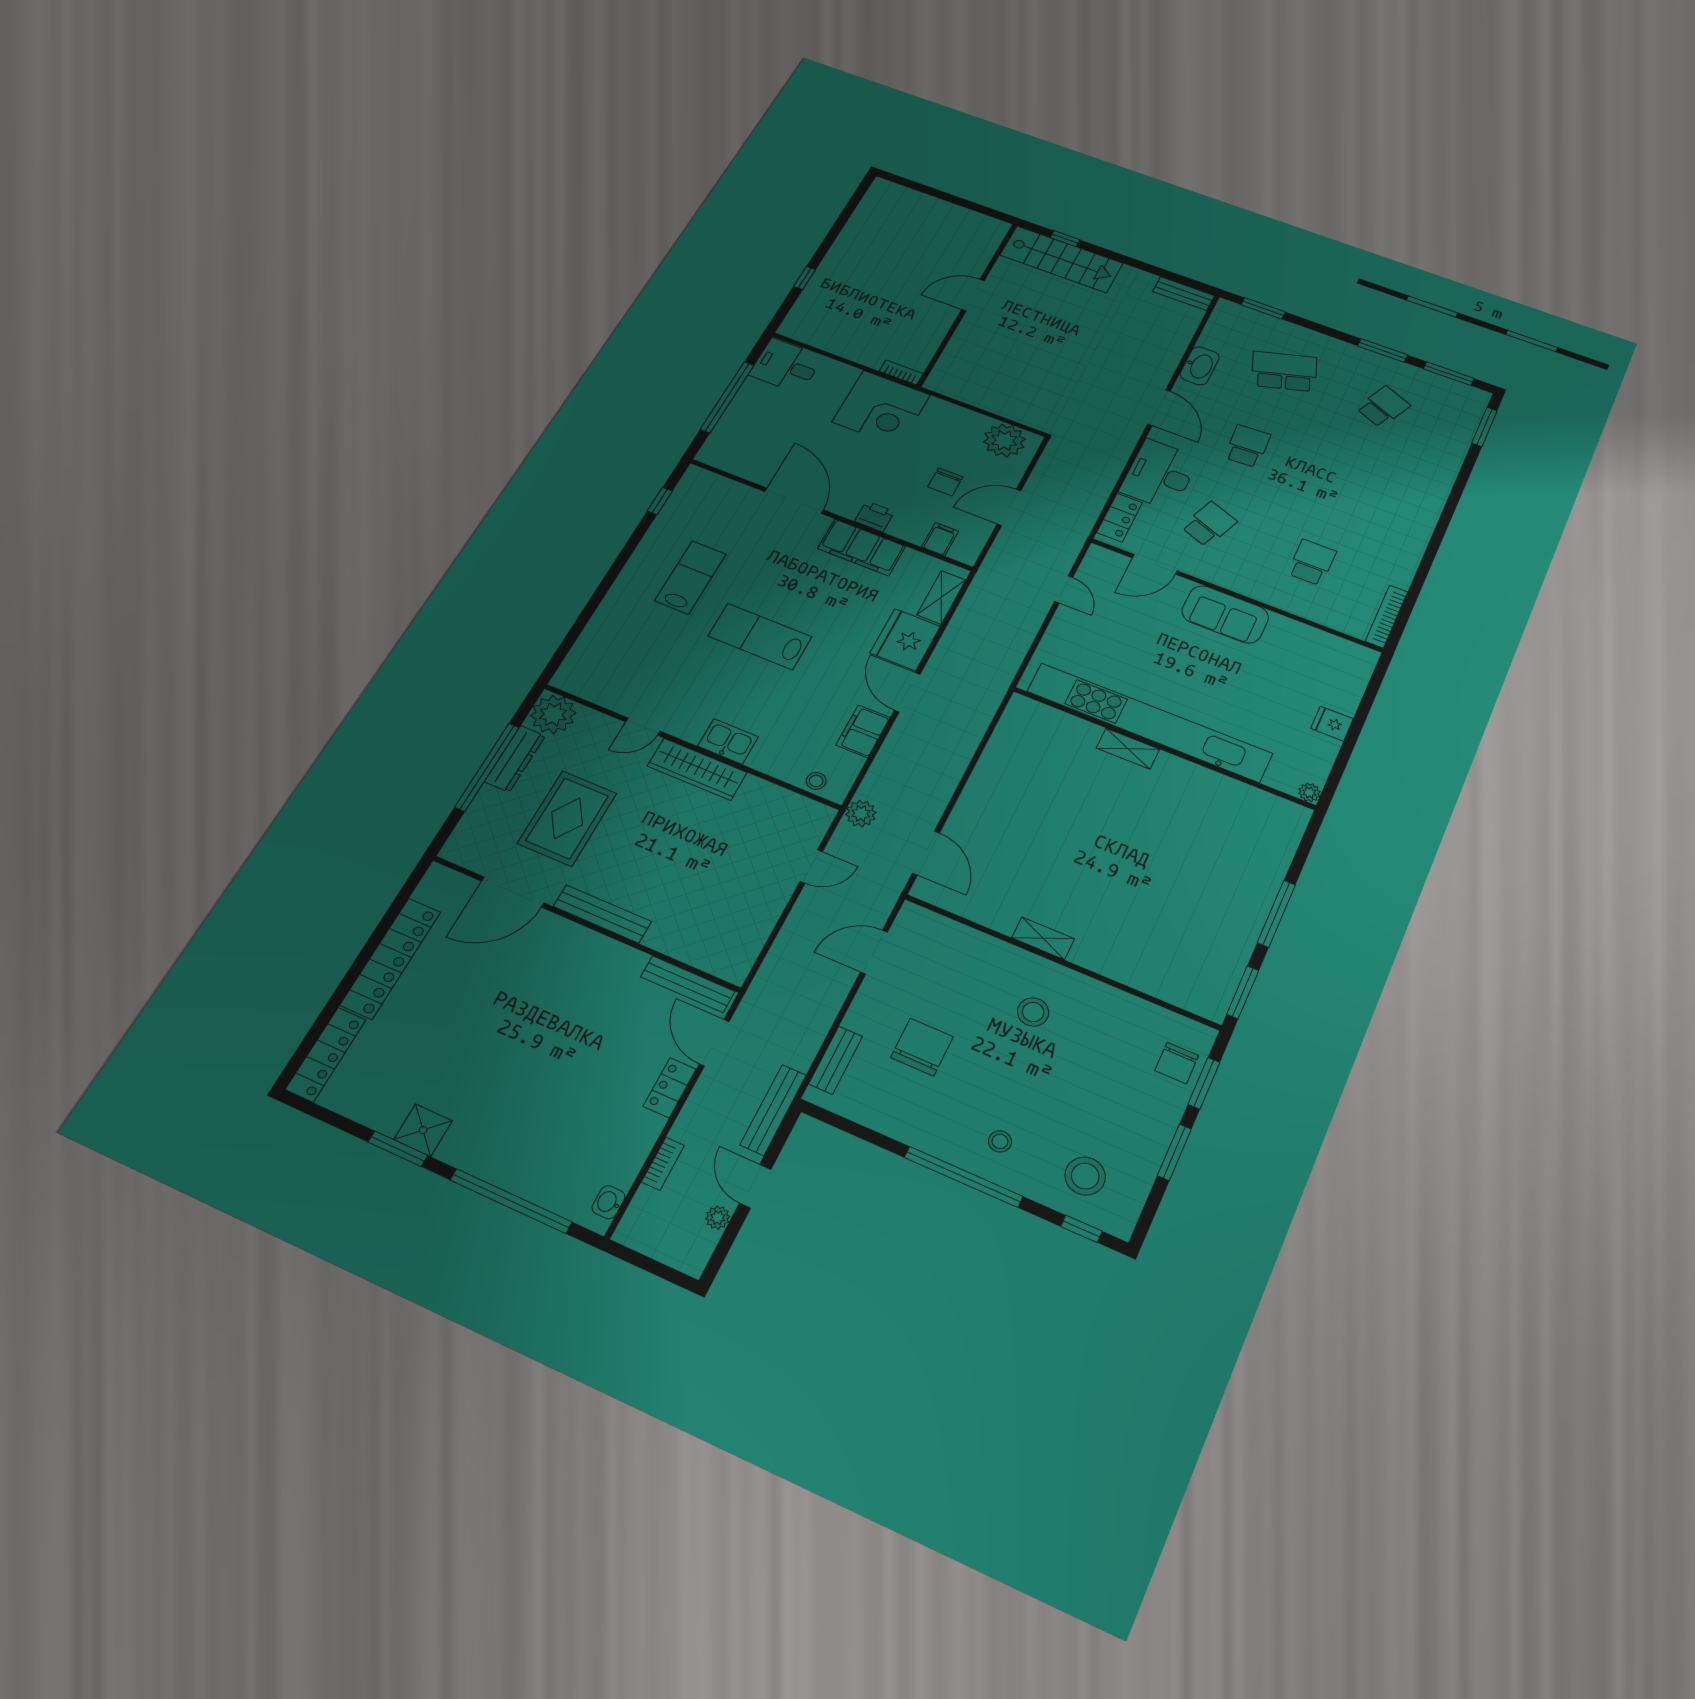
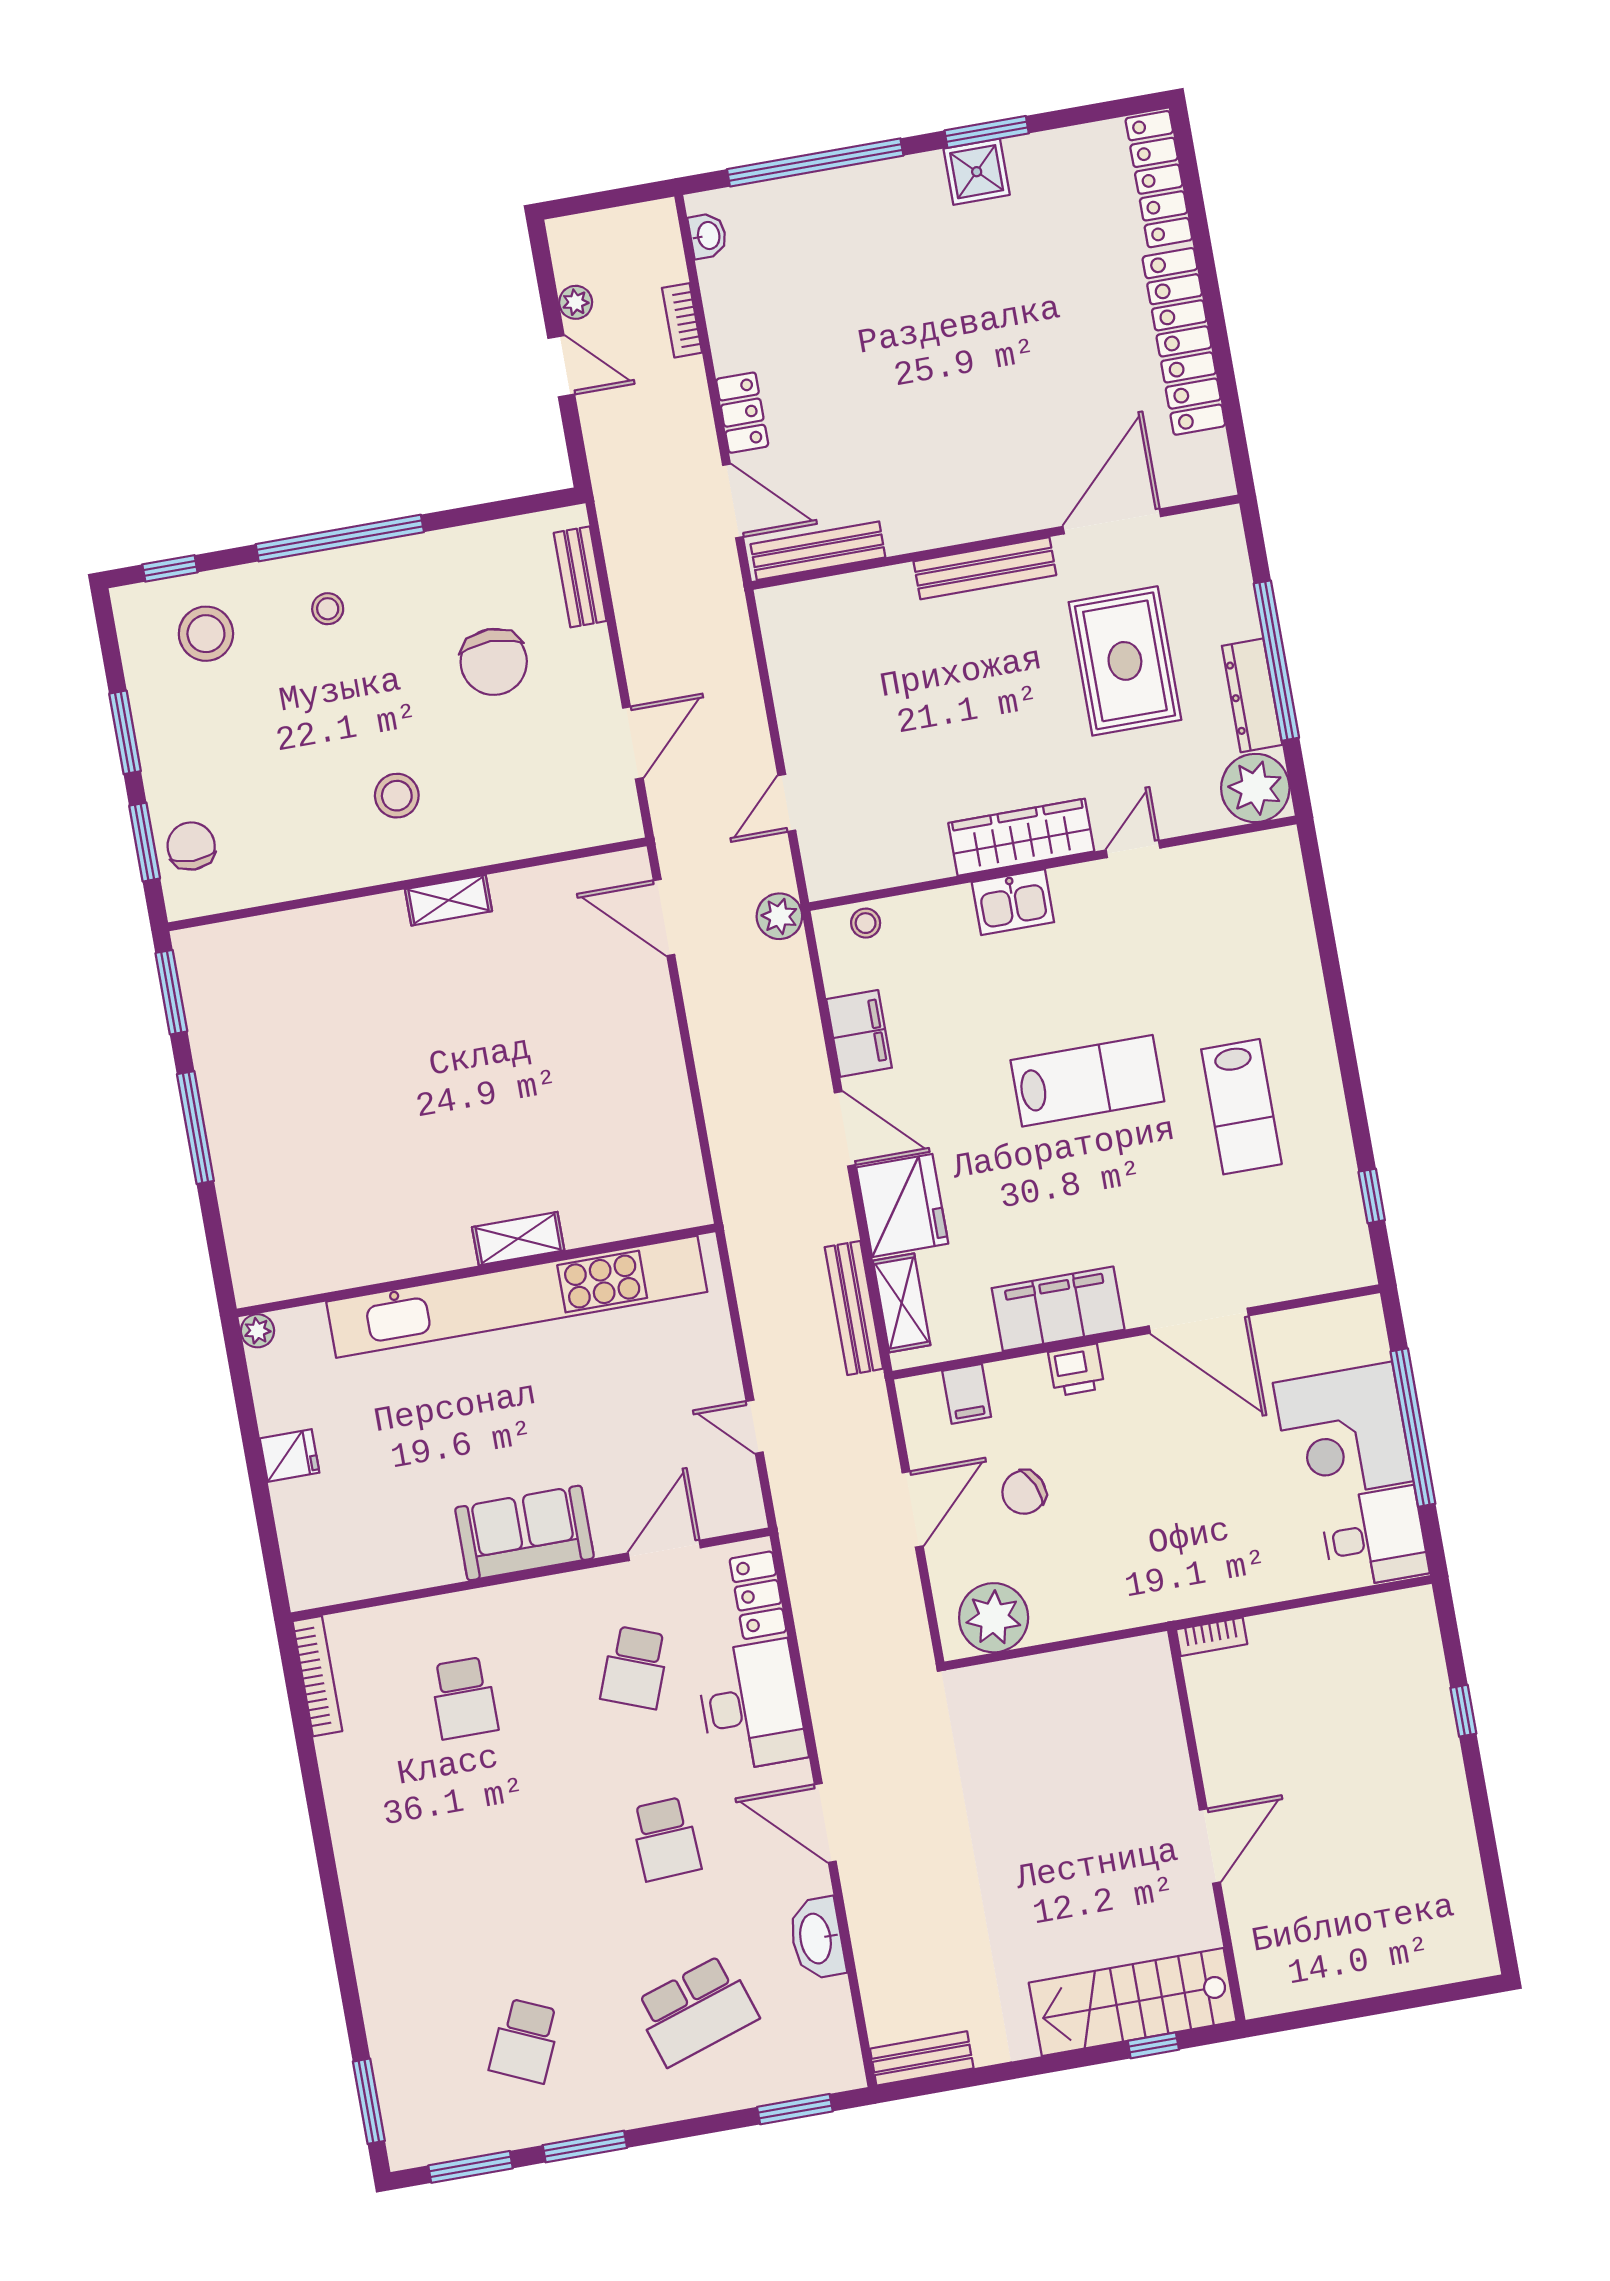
corner desk: (881, 408) -> (1343, 1432), moved, turned -90
chair: (945, 482) -> (1024, 1492), turned -114
bench: (773, 1110) -> (854, 1308), moved

